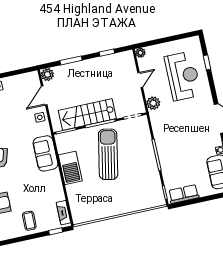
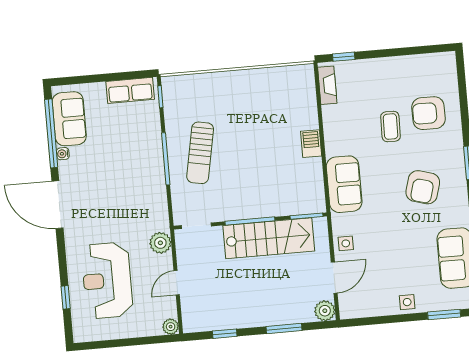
sun lounger: (108, 154) -> (200, 153), moved, width x0.73, depth x0.75
barbecue: (70, 168) -> (311, 144), width x0.53, depth x0.65
coffee table: (29, 221) -> (391, 126), moved

